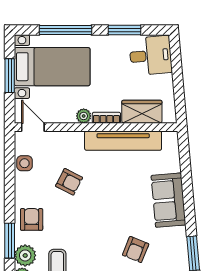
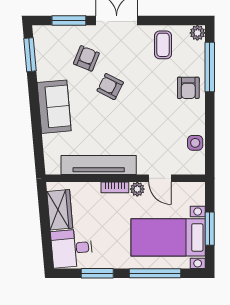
wardrobe: (142, 112) -> (60, 210), moved, turned -95
door: (33, 127) -> (160, 178), moved
armchair: (69, 182) -> (110, 87), moved
window: (10, 241) -> (210, 67), width x1.44
plant: (25, 255) -> (195, 53), removed

